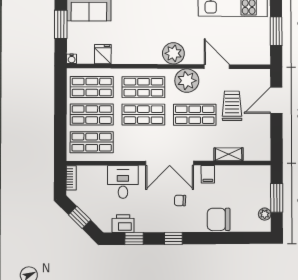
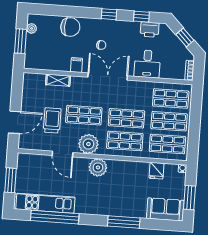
trolley: (232, 106) -> (52, 120), turned 180

